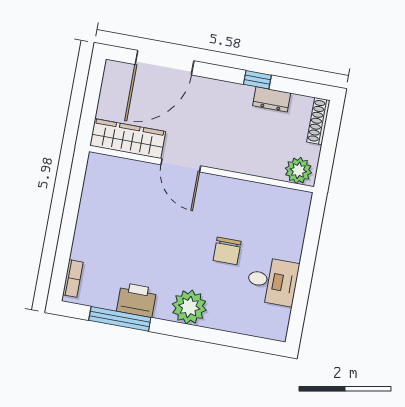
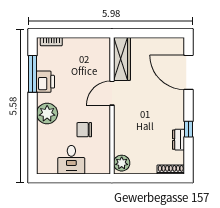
wardrobe: (128, 139) -> (122, 59), moved
door: (181, 165) -> (112, 93), moved
wall: (201, 169) -> (112, 106), moved
plant: (298, 170) -> (122, 163), moved

